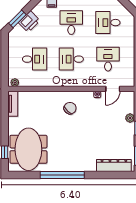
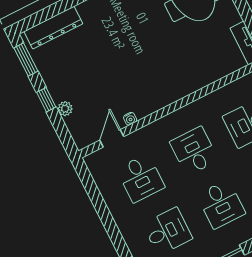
desk: (71, 59) -> (194, 151), turned -90
chair: (70, 108) -> (160, 79), removed

